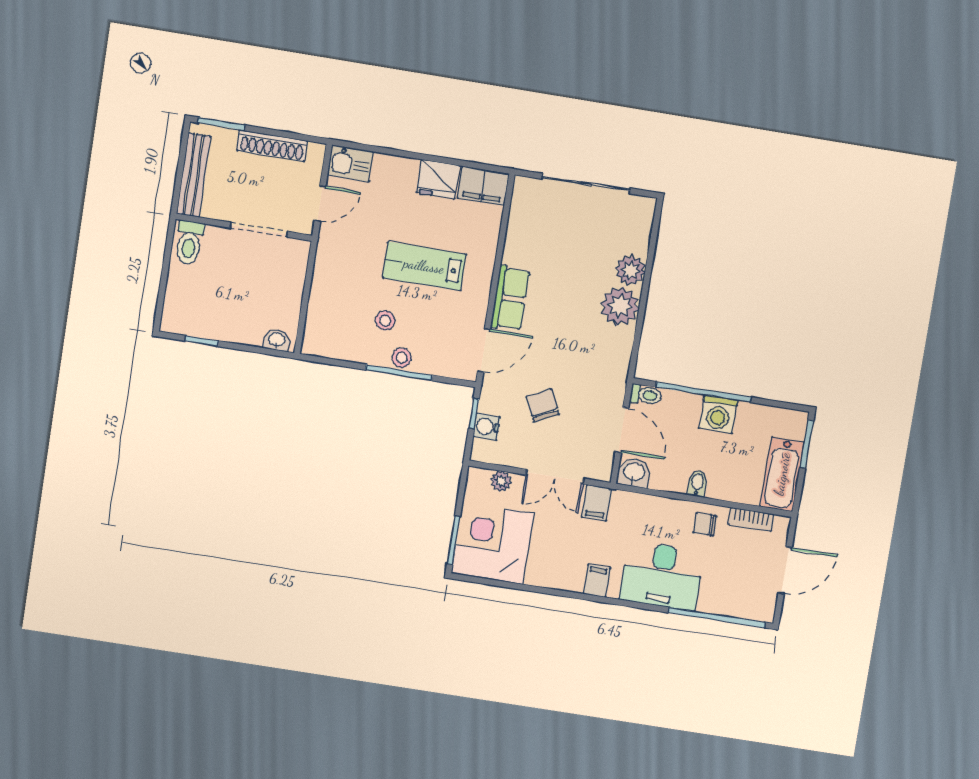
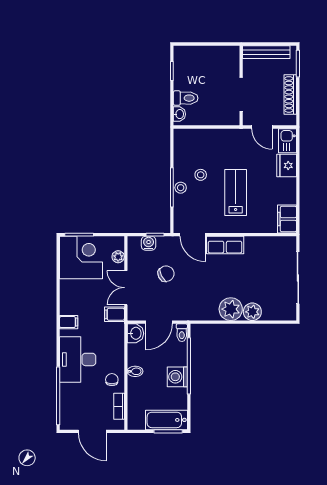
fridge: (438, 179) -> (287, 165), moved
toilet: (189, 243) -> (186, 98), moved, turned 180
bathtub: (782, 474) -> (166, 420), moved

